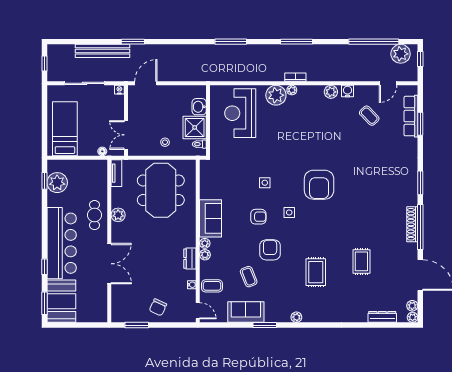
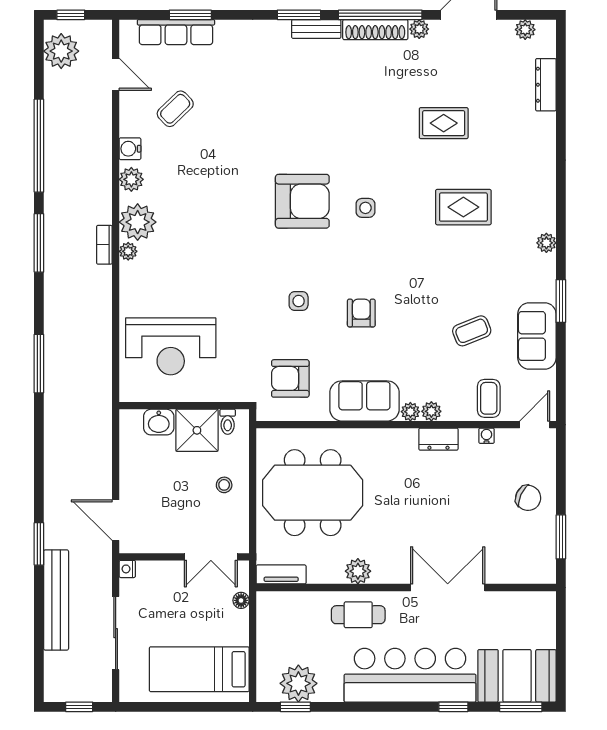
window: (374, 42) -> (39, 146), moved
plant: (276, 95) -> (138, 222), moved
bench: (413, 192) -> (316, 29), added
side table: (289, 212) -> (365, 208), moved
armchair: (270, 250) -> (290, 378), moved
plant: (413, 317) -> (419, 29), moved

